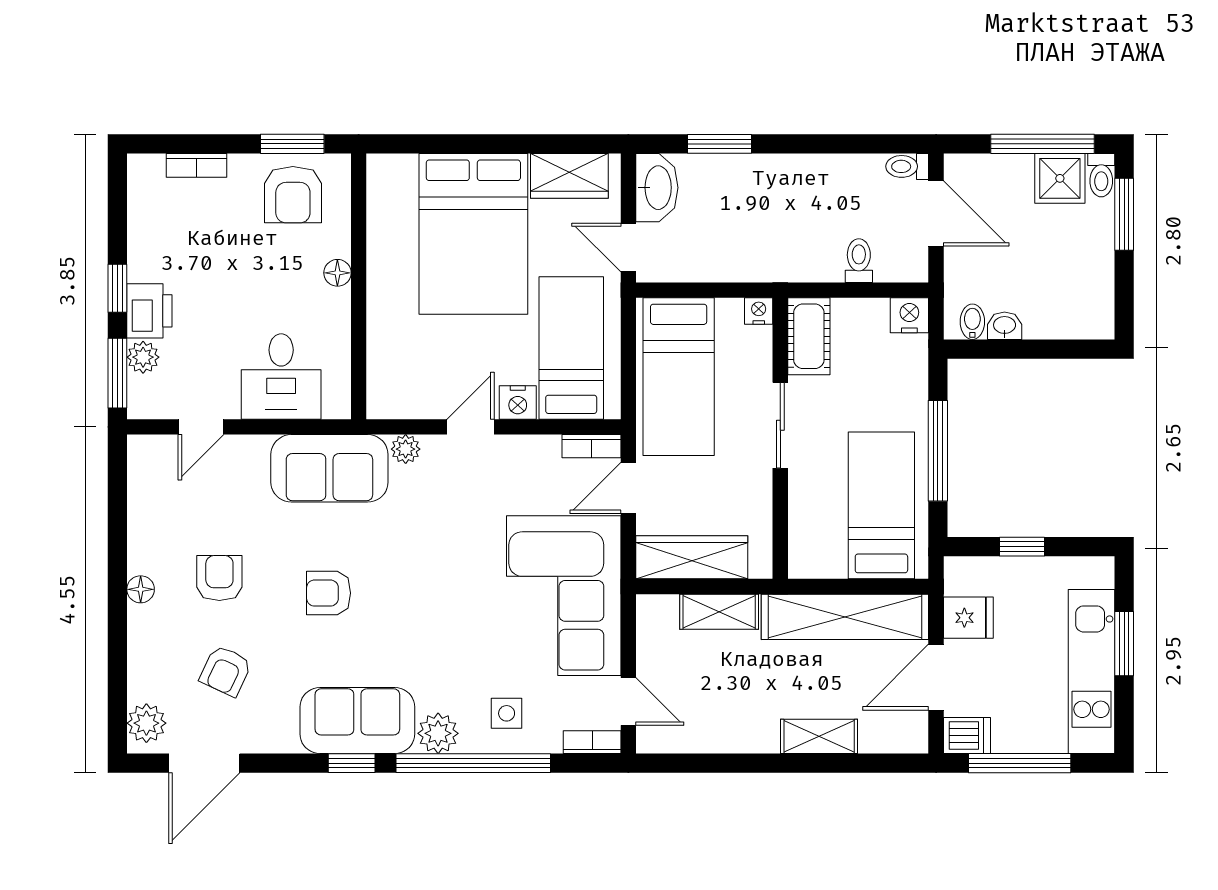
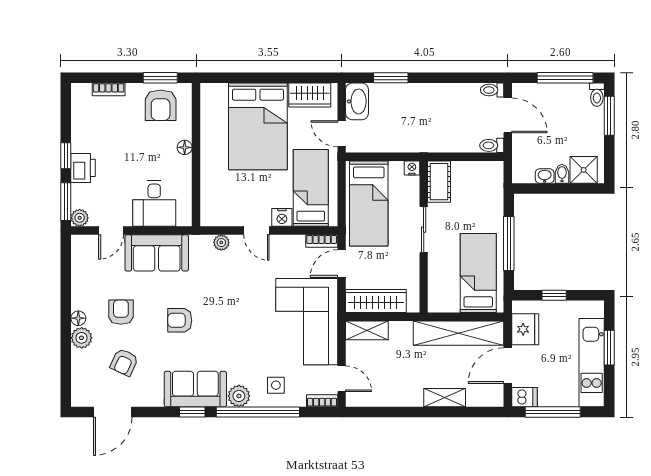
shower: (1060, 178) -> (584, 170), moved
toilet: (859, 261) -> (492, 145), moved, turned -90
nightstand: (909, 315) -> (493, 170), removed
bidet: (972, 322) -> (562, 174), moved
plant: (143, 357) -> (80, 218), moved
door: (470, 427) -> (256, 231), swing flipped
sofa: (329, 468) -> (157, 253), moved
shelving: (719, 612) -> (367, 330), moved
fridge: (968, 618) -> (525, 329), width x1.38
plant: (146, 723) -> (82, 338), moved

